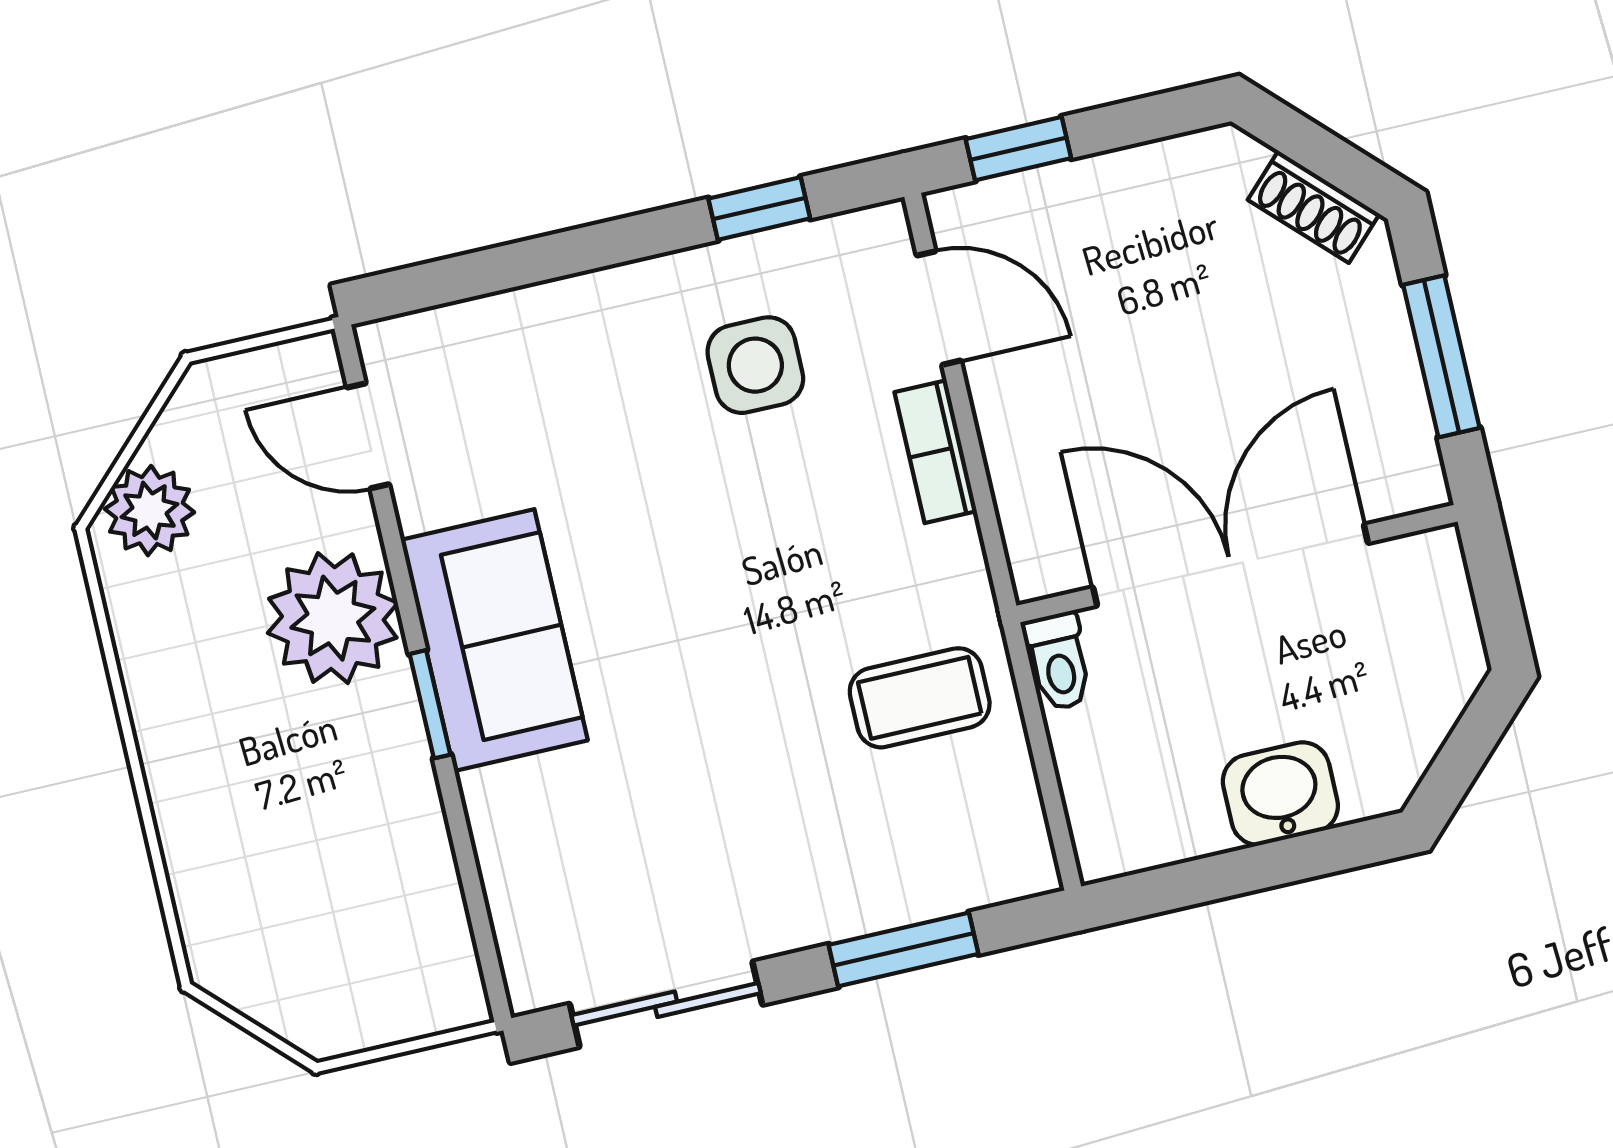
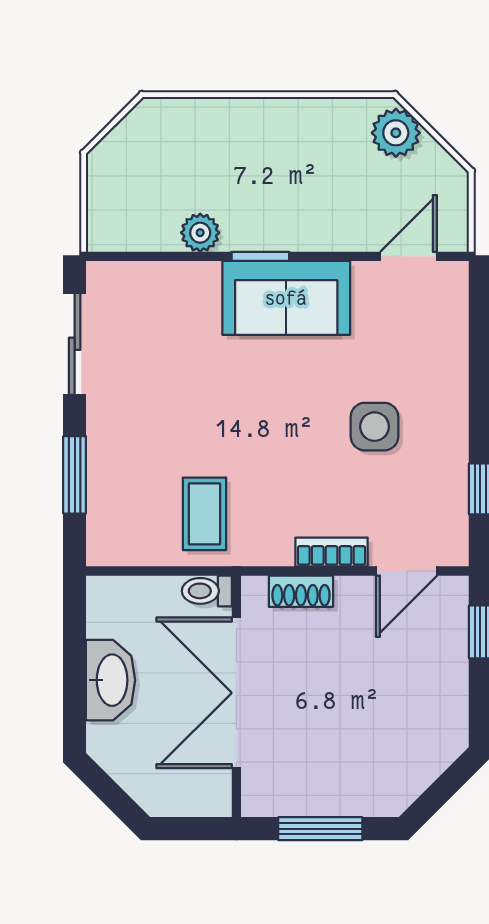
shoe rack: (1314, 207) -> (301, 591), moved, turned -135
side table: (755, 365) -> (374, 427), moved
double door: (1231, 565) -> (236, 693), swing flipped
plant: (333, 618) -> (200, 233), moved, width x0.53, depth x0.53
washbasin: (1280, 794) -> (111, 680), width x1.38

